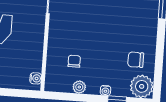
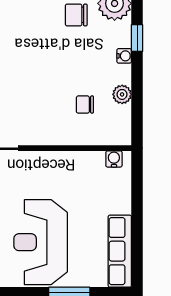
chair: (136, 60) -> (76, 15), turned 90

